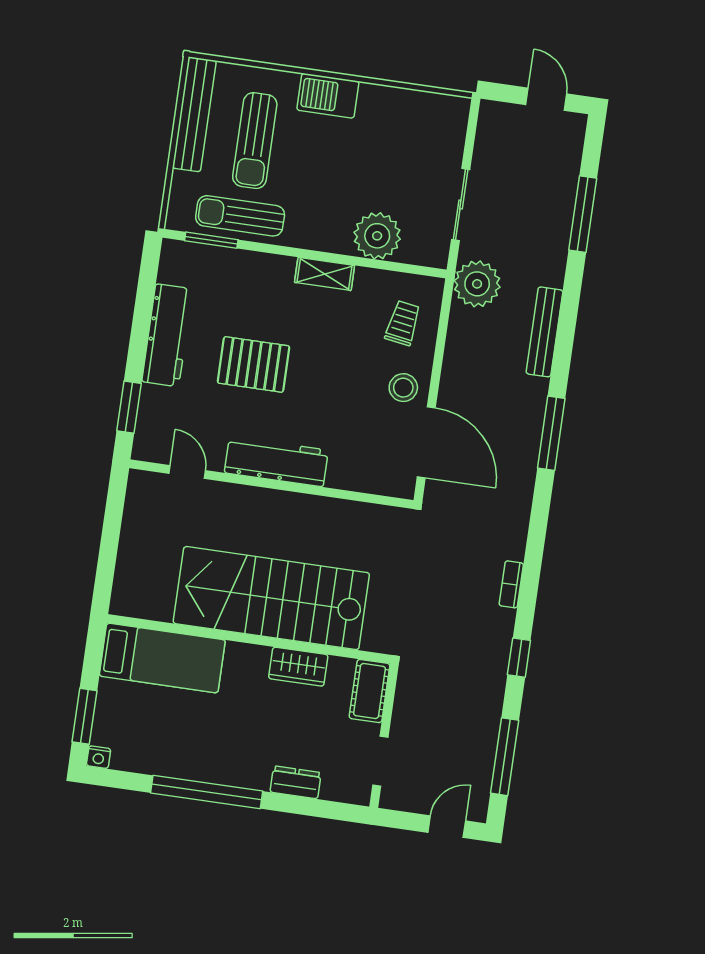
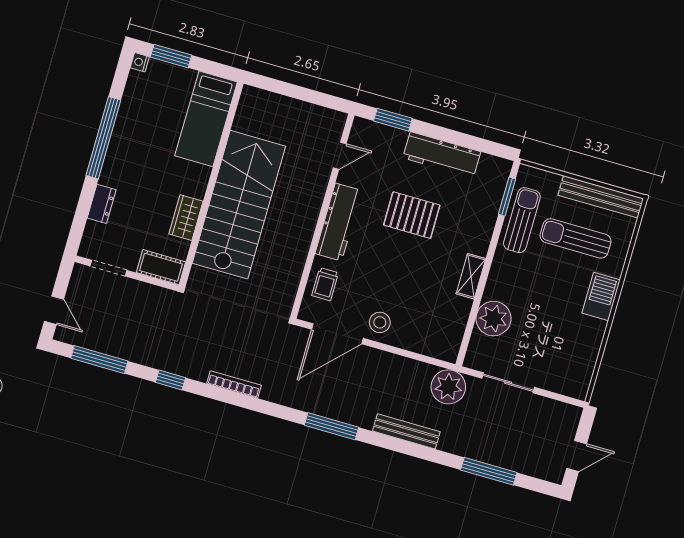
trolley: (403, 323) -> (325, 284), moved, turned 81
pallet: (253, 364) -> (412, 215), turned 90
bookcase: (511, 584) -> (234, 384), width x1.56

